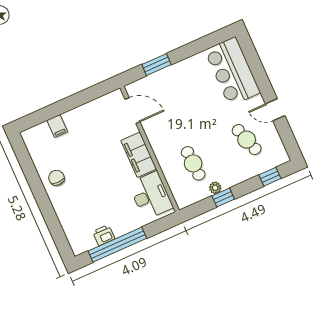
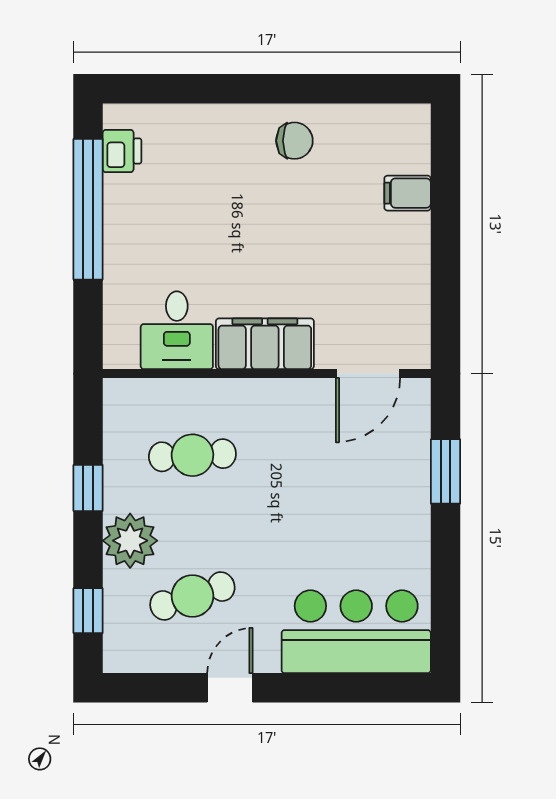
plant: (215, 188) -> (130, 541), moved, width x1.88, depth x1.88
desk: (151, 196) -> (177, 330), width x0.73
printer: (104, 235) -> (122, 151), moved

